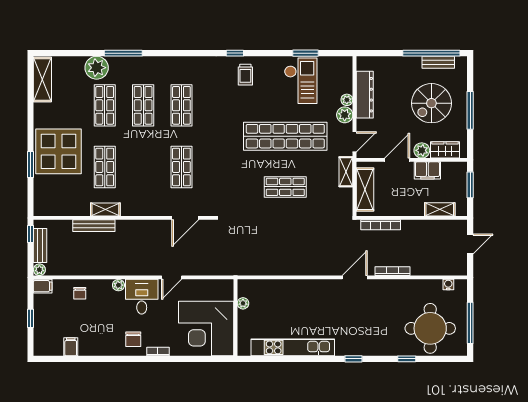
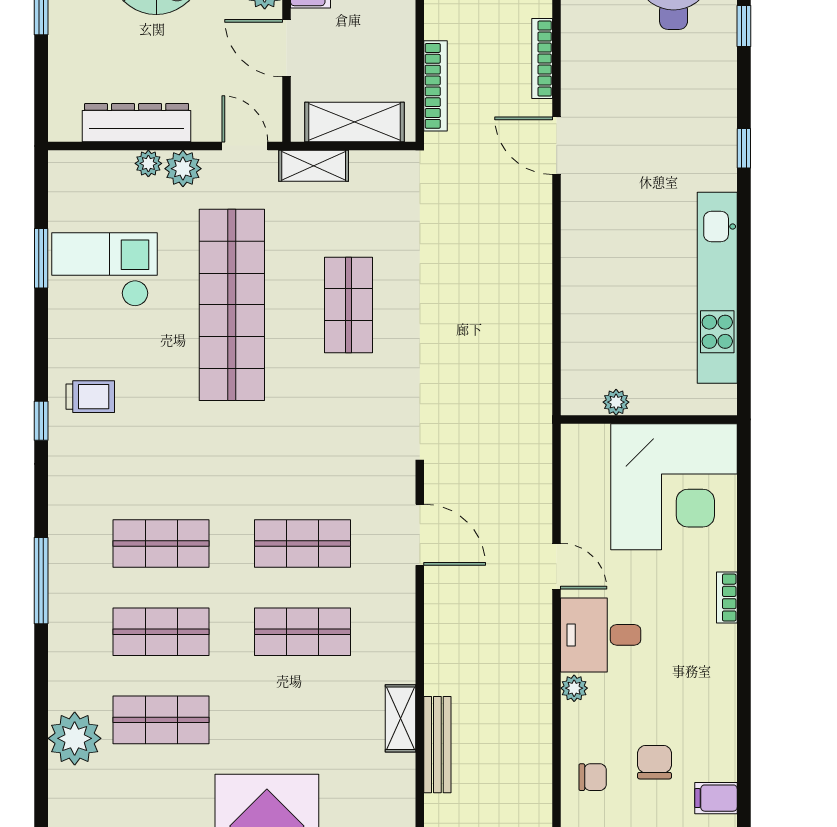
window: (123, 53) -> (41, 581), moved
shop shelf: (105, 167) -> (303, 632), moved
chair: (133, 339) -> (654, 762), moved, turned -90

